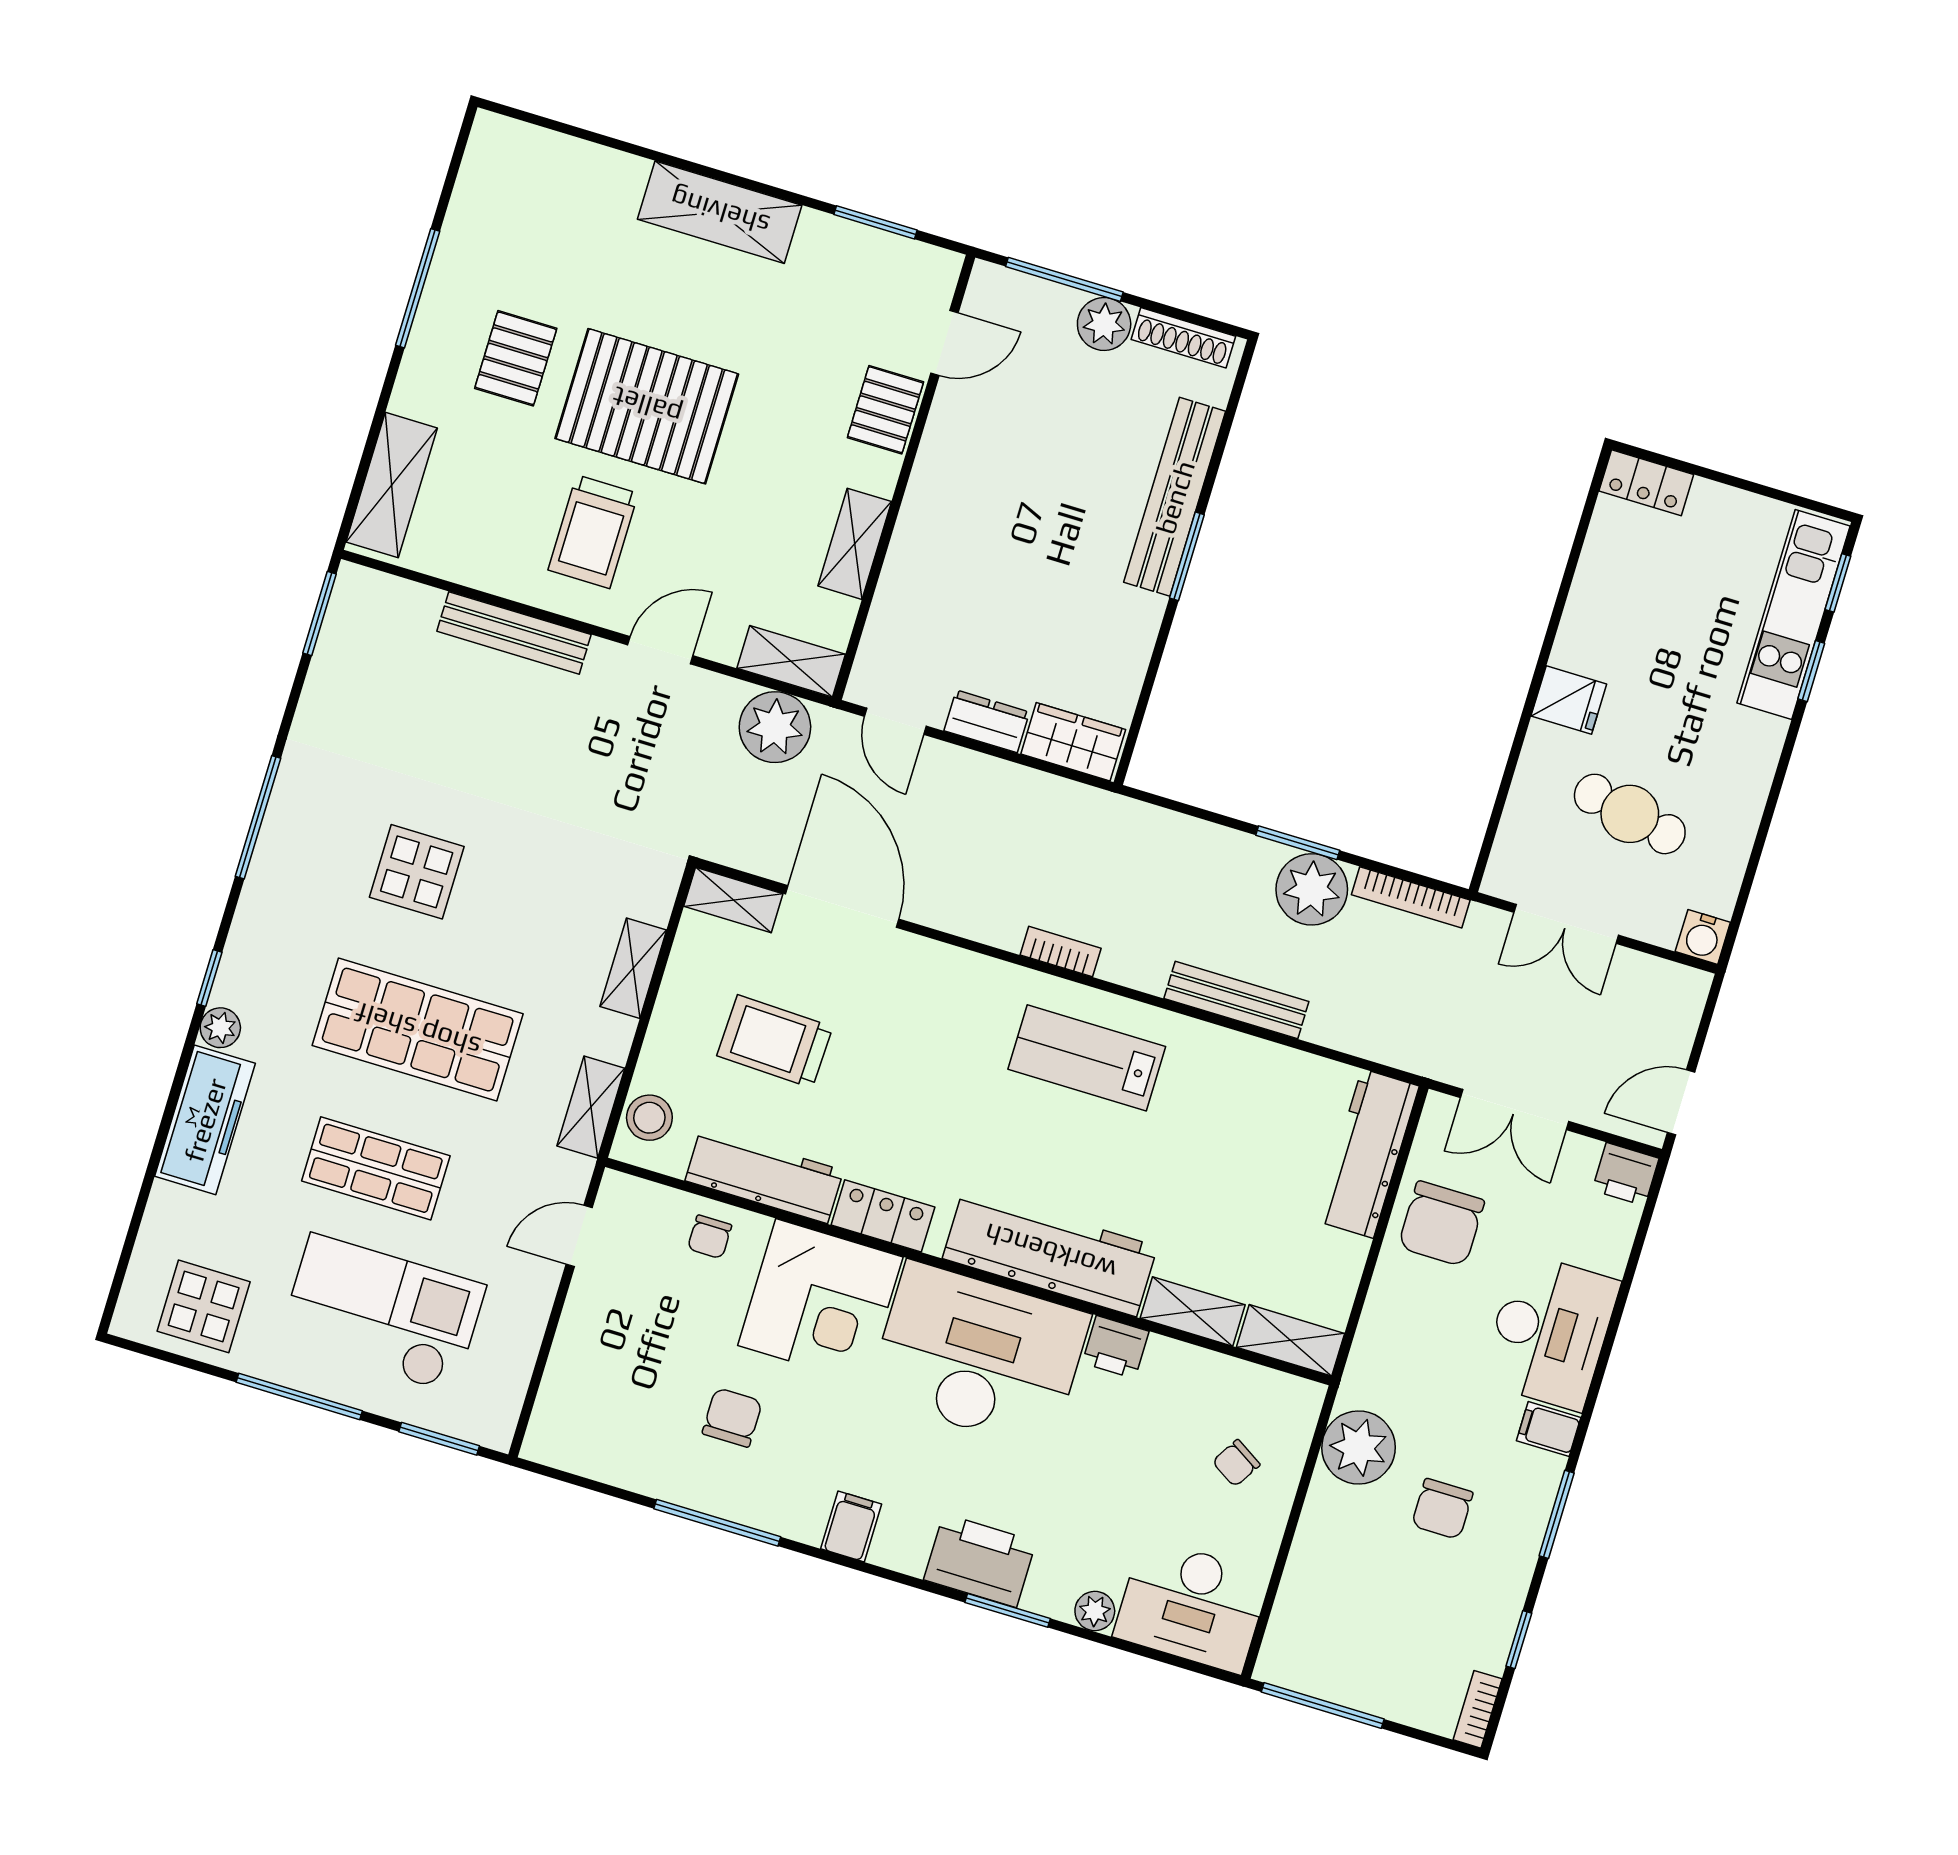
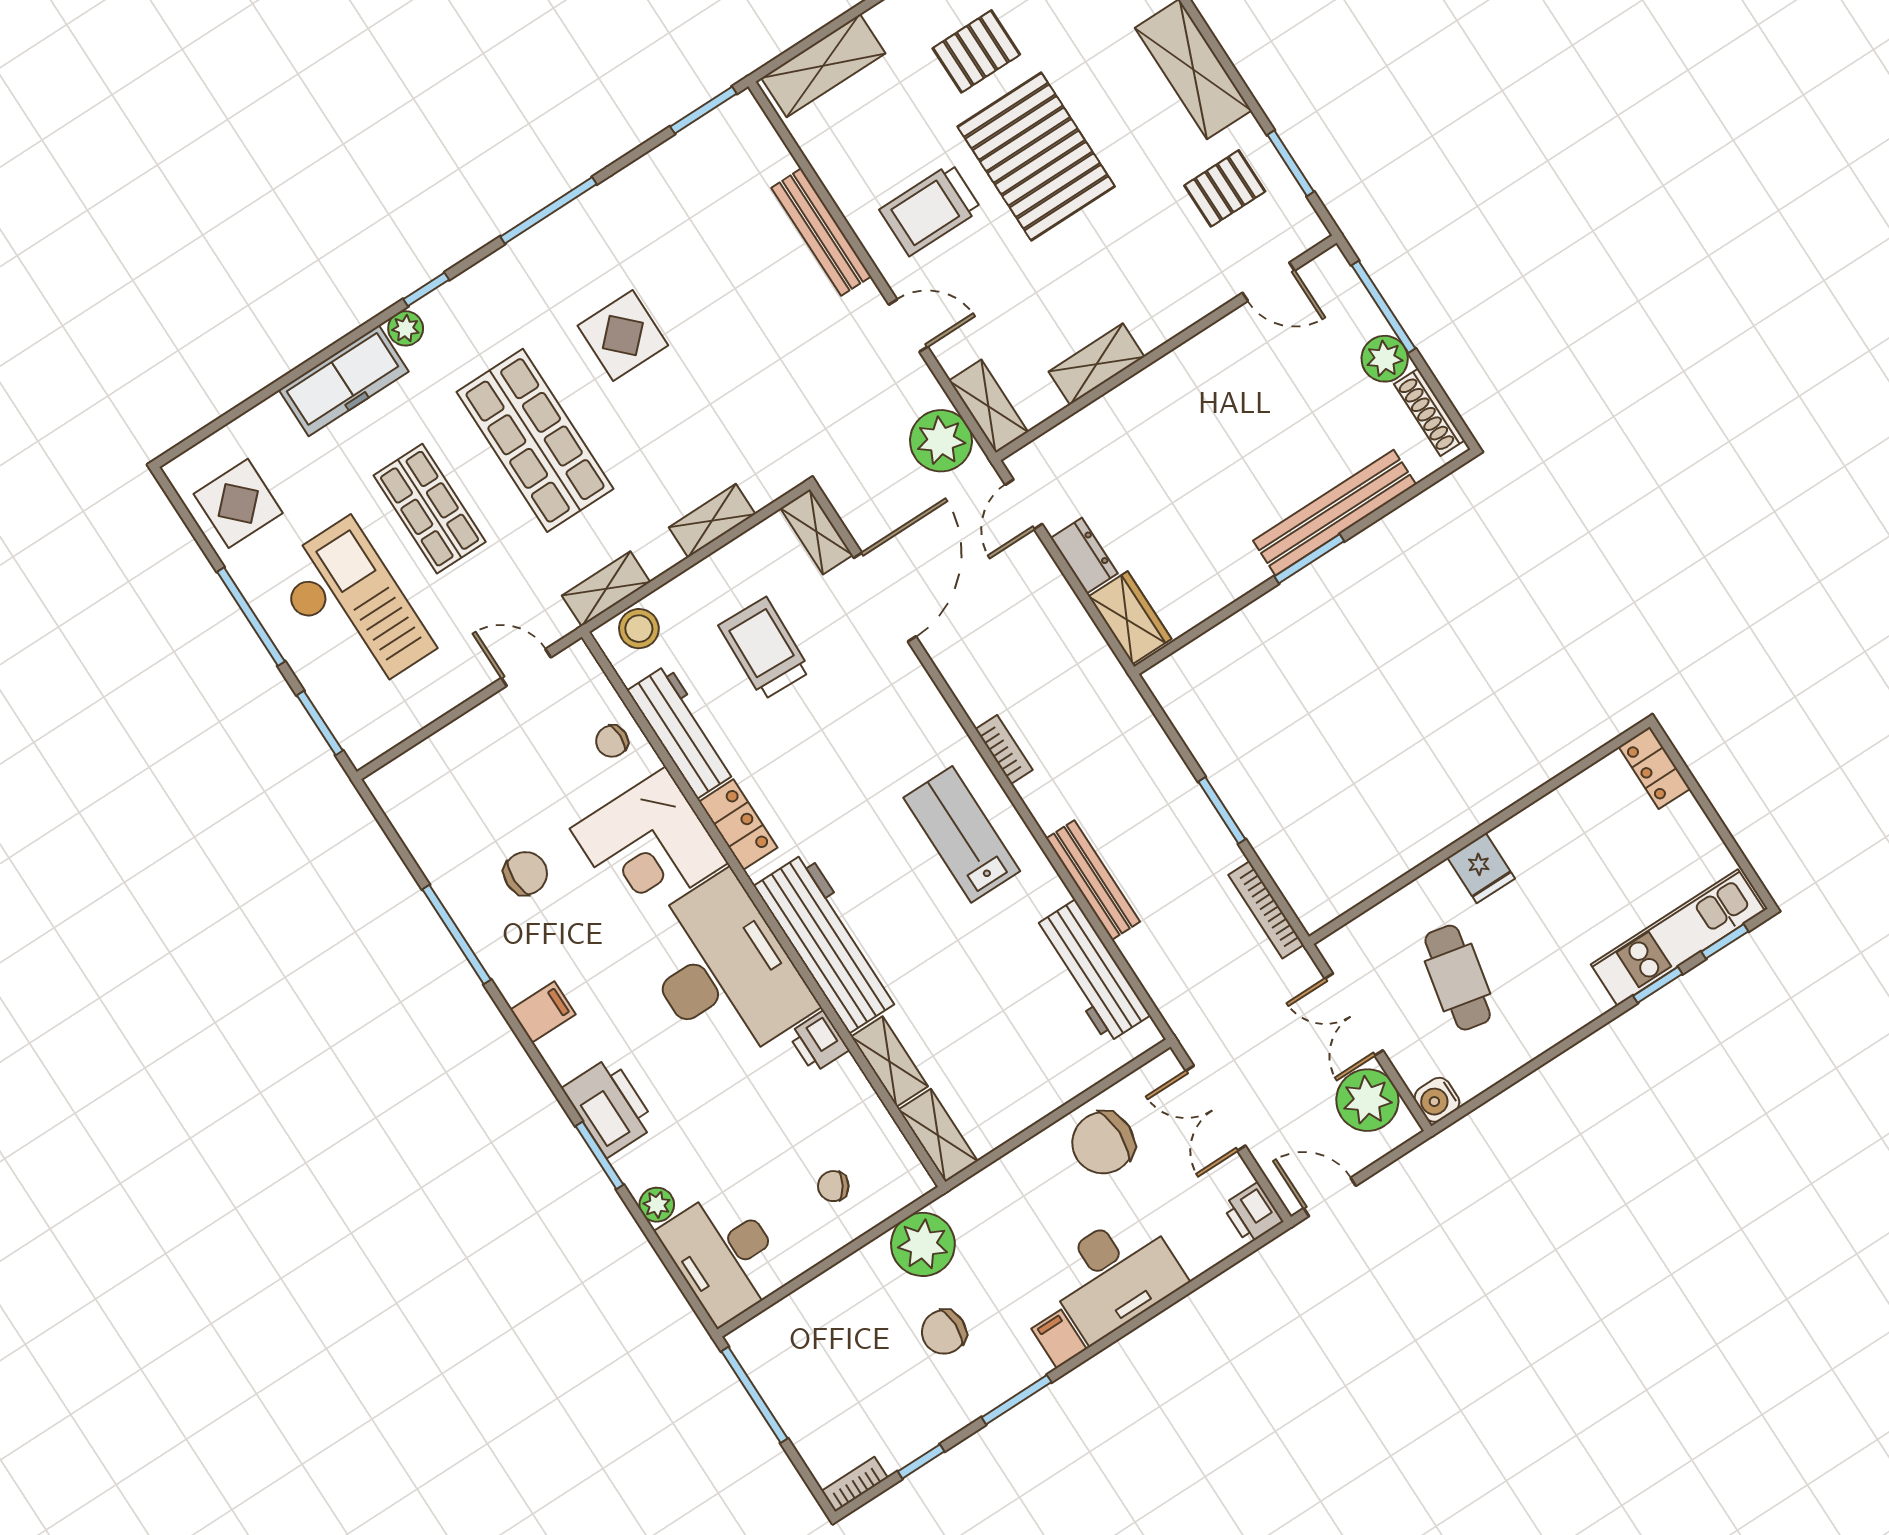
pallet: (885, 410) -> (1225, 188), moved
plant: (1312, 889) -> (1367, 1100), moved
workbench: (1368, 1153) -> (1091, 971), moved, turned -90

